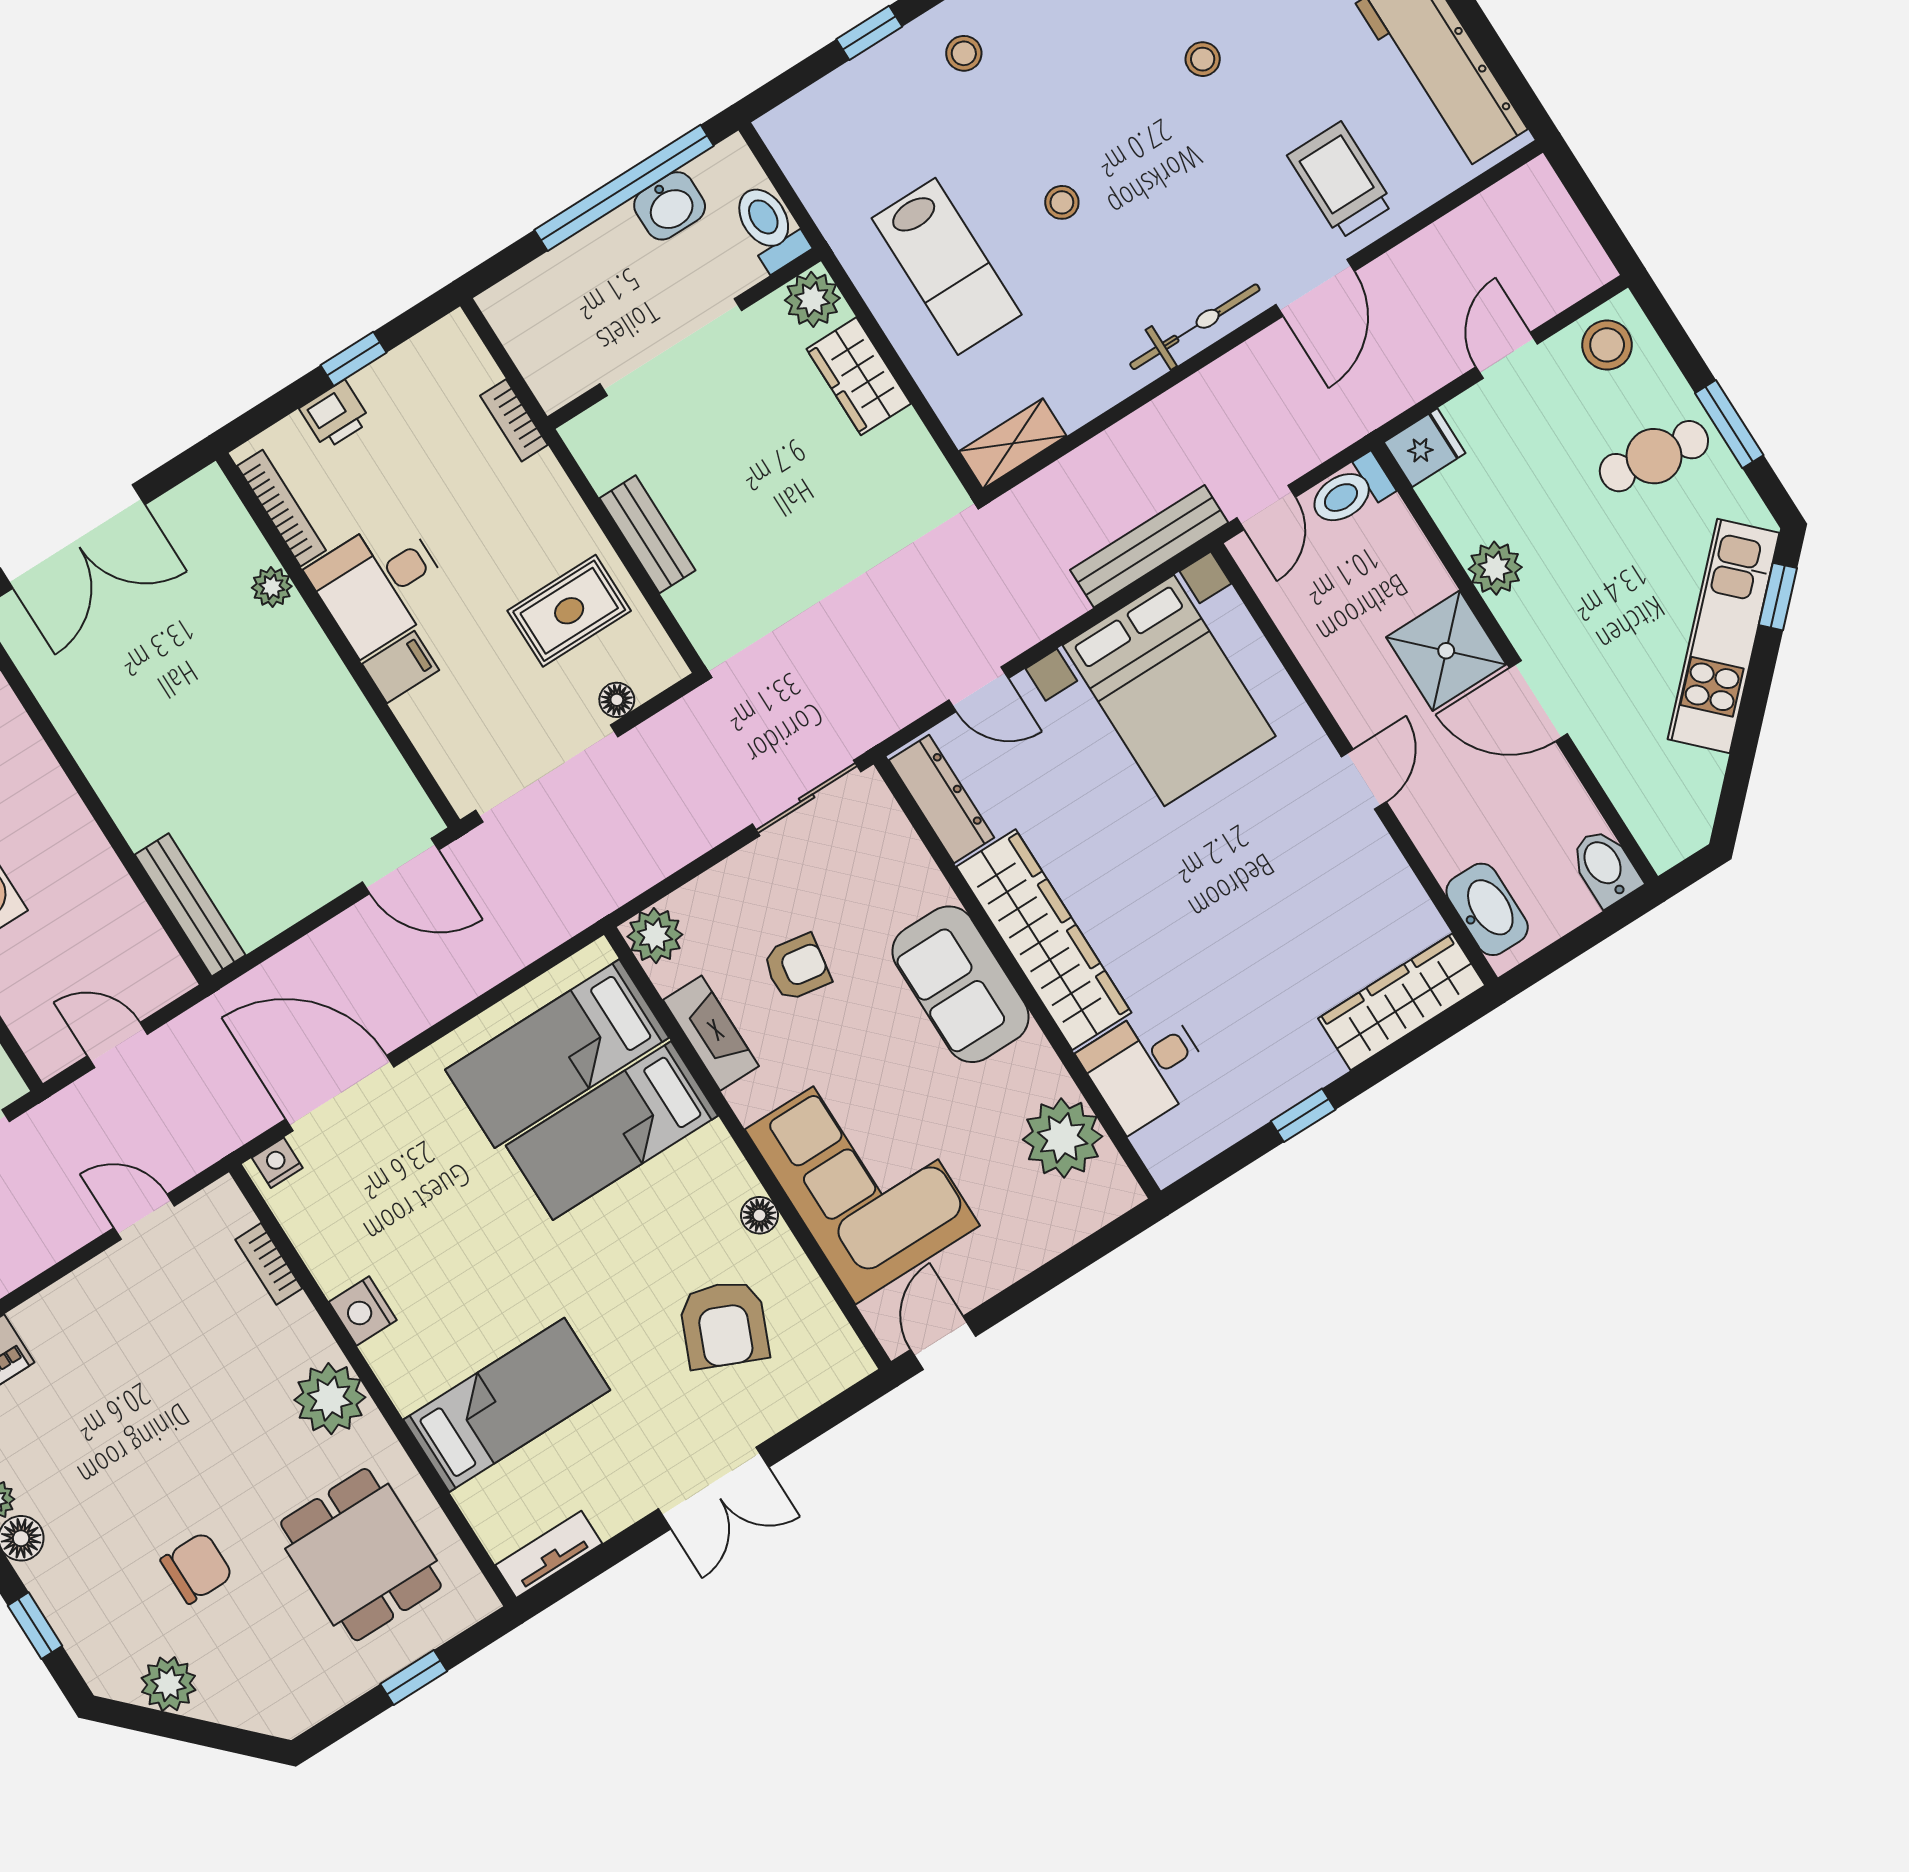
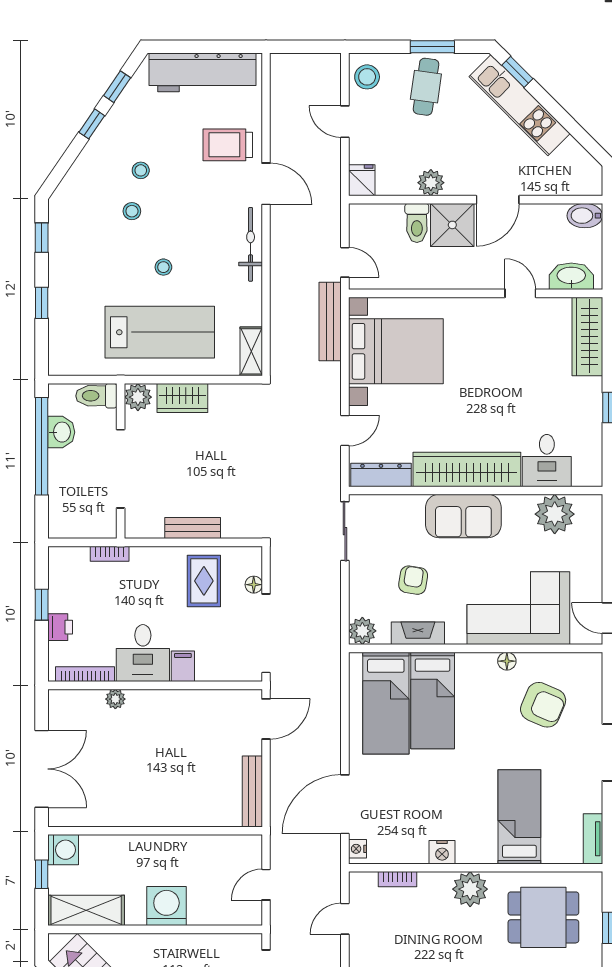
stool: (964, 53) -> (132, 211), moved
lab bench: (947, 266) -> (160, 332), width x1.36, depth x1.39
toilet: (1350, 492) -> (417, 223), moved
door: (1364, 779) -> (520, 293), moved
bench: (190, 905) -> (252, 791), moved, turned 90

